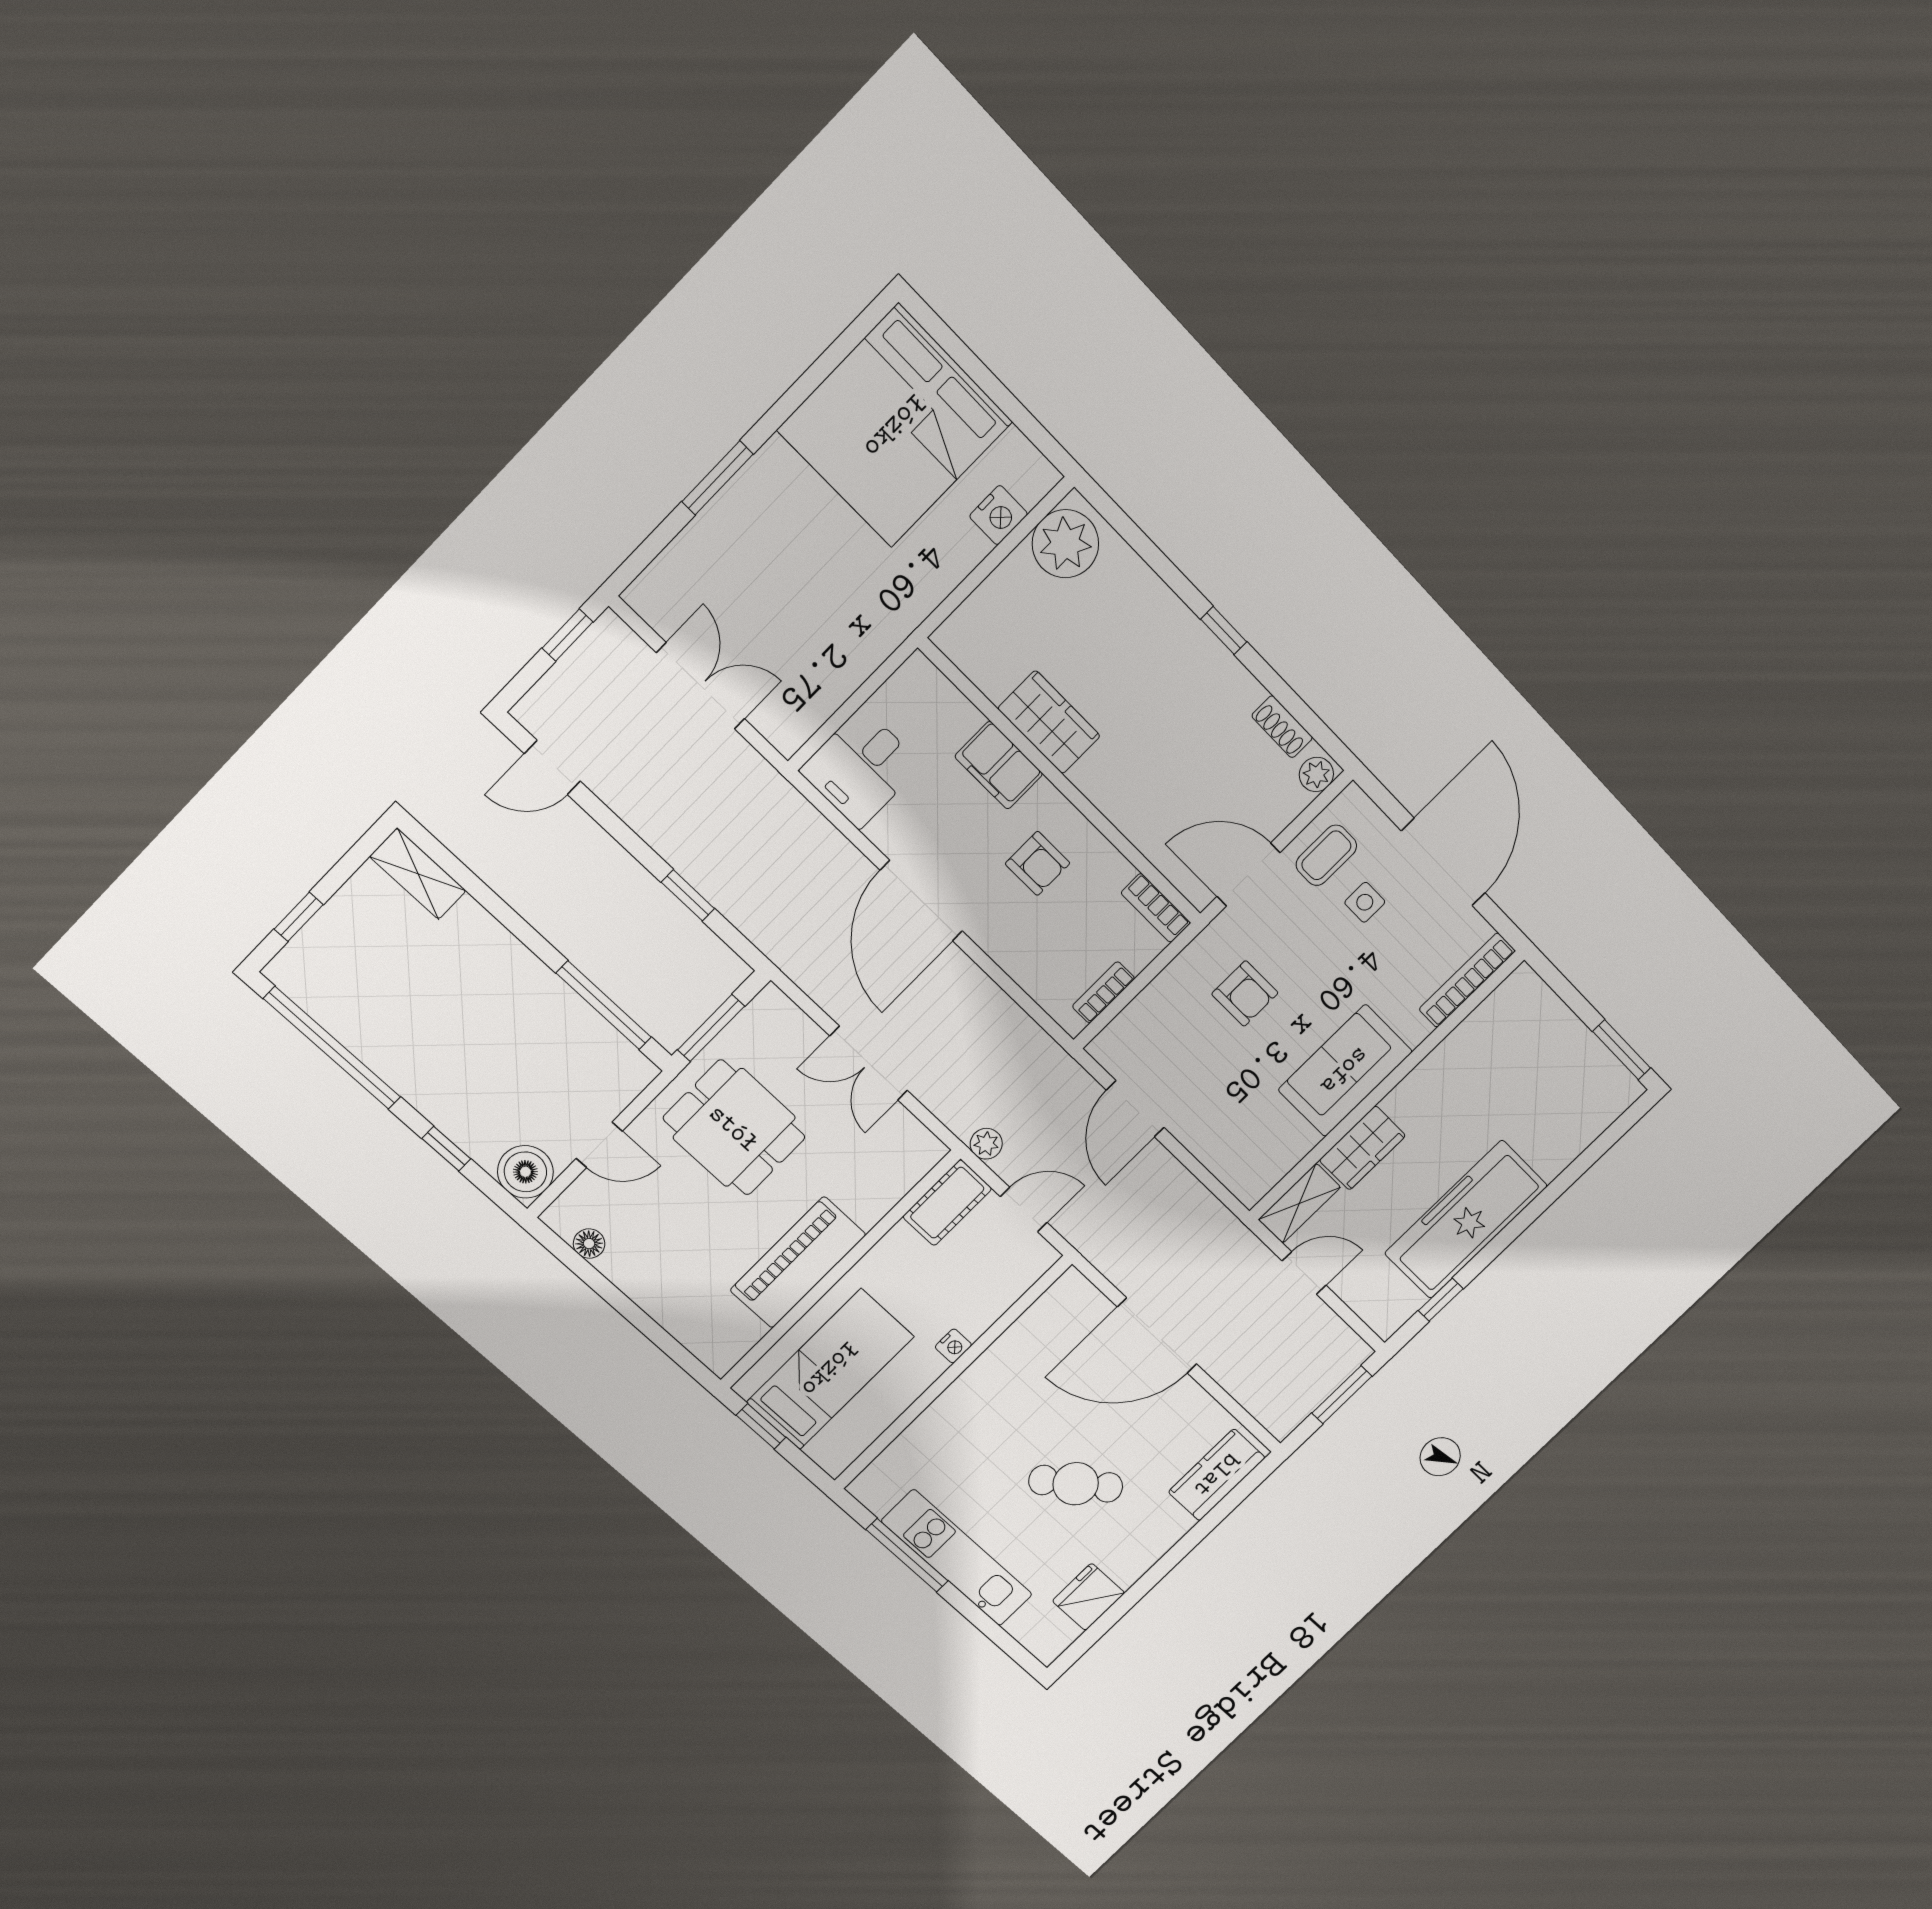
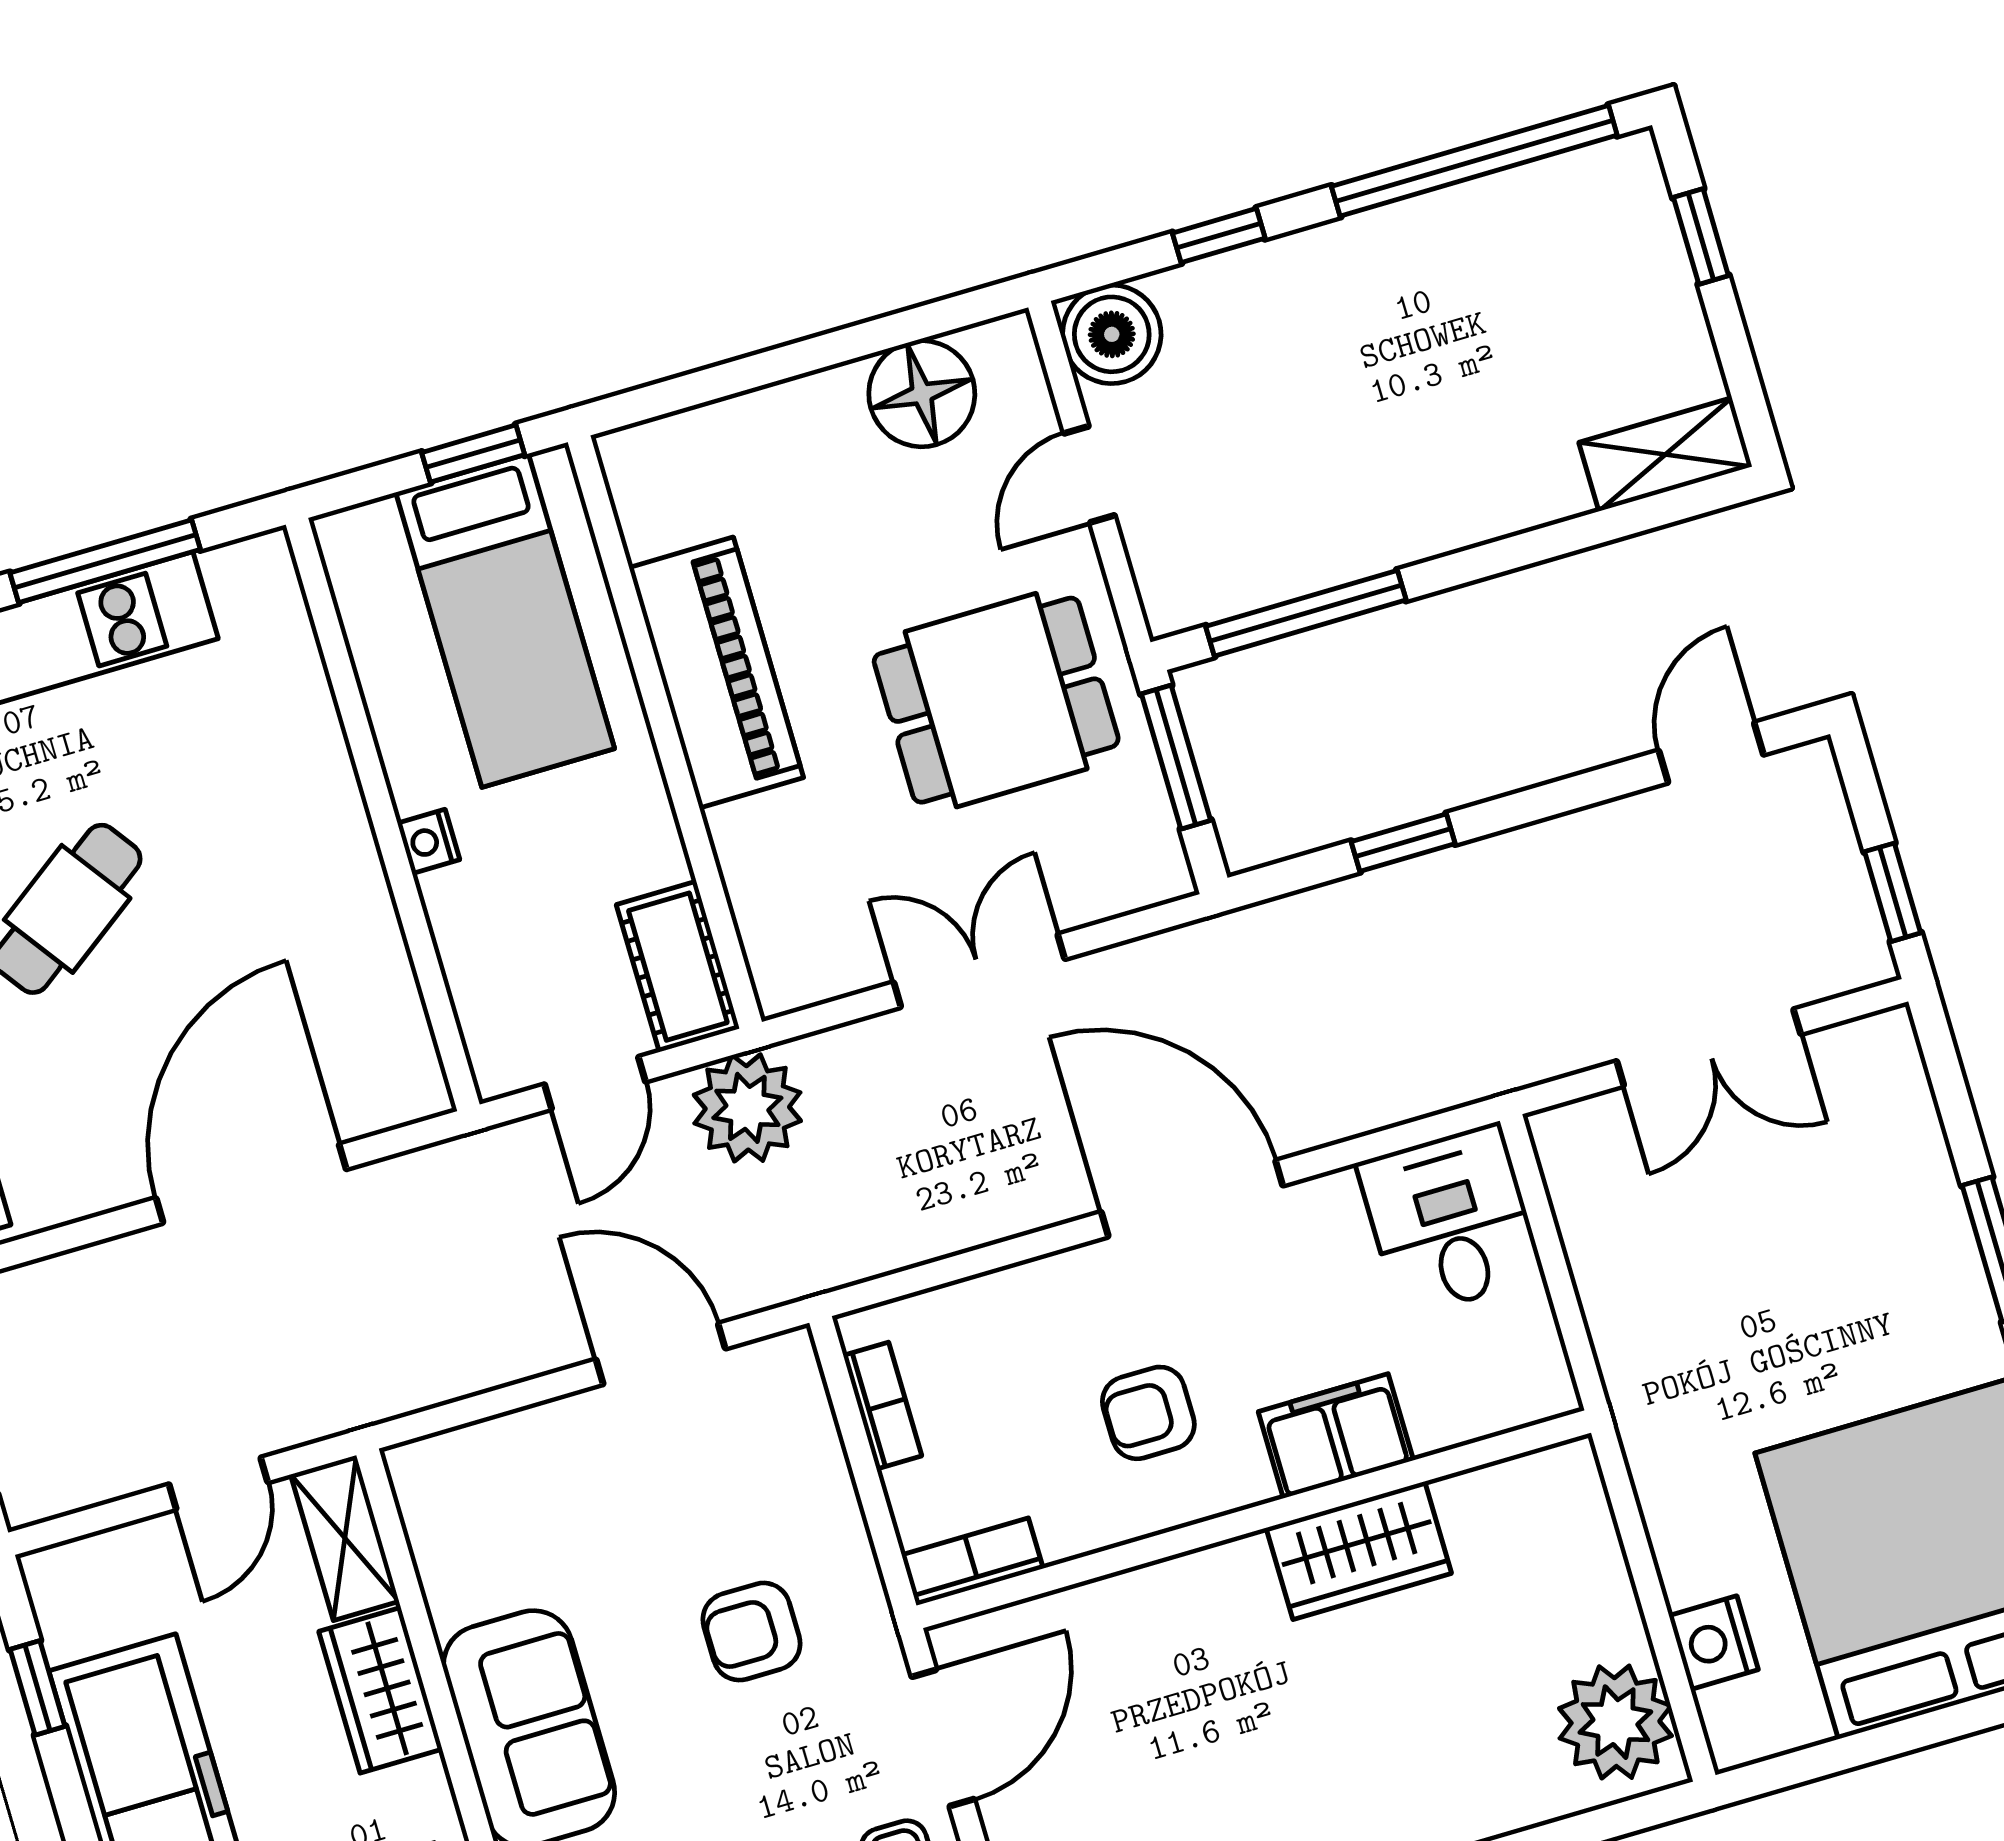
plant: (986, 1144) -> (747, 1108), width x1.88, depth x1.88
floor lamp: (589, 1244) -> (922, 394), width x1.89, depth x1.89

